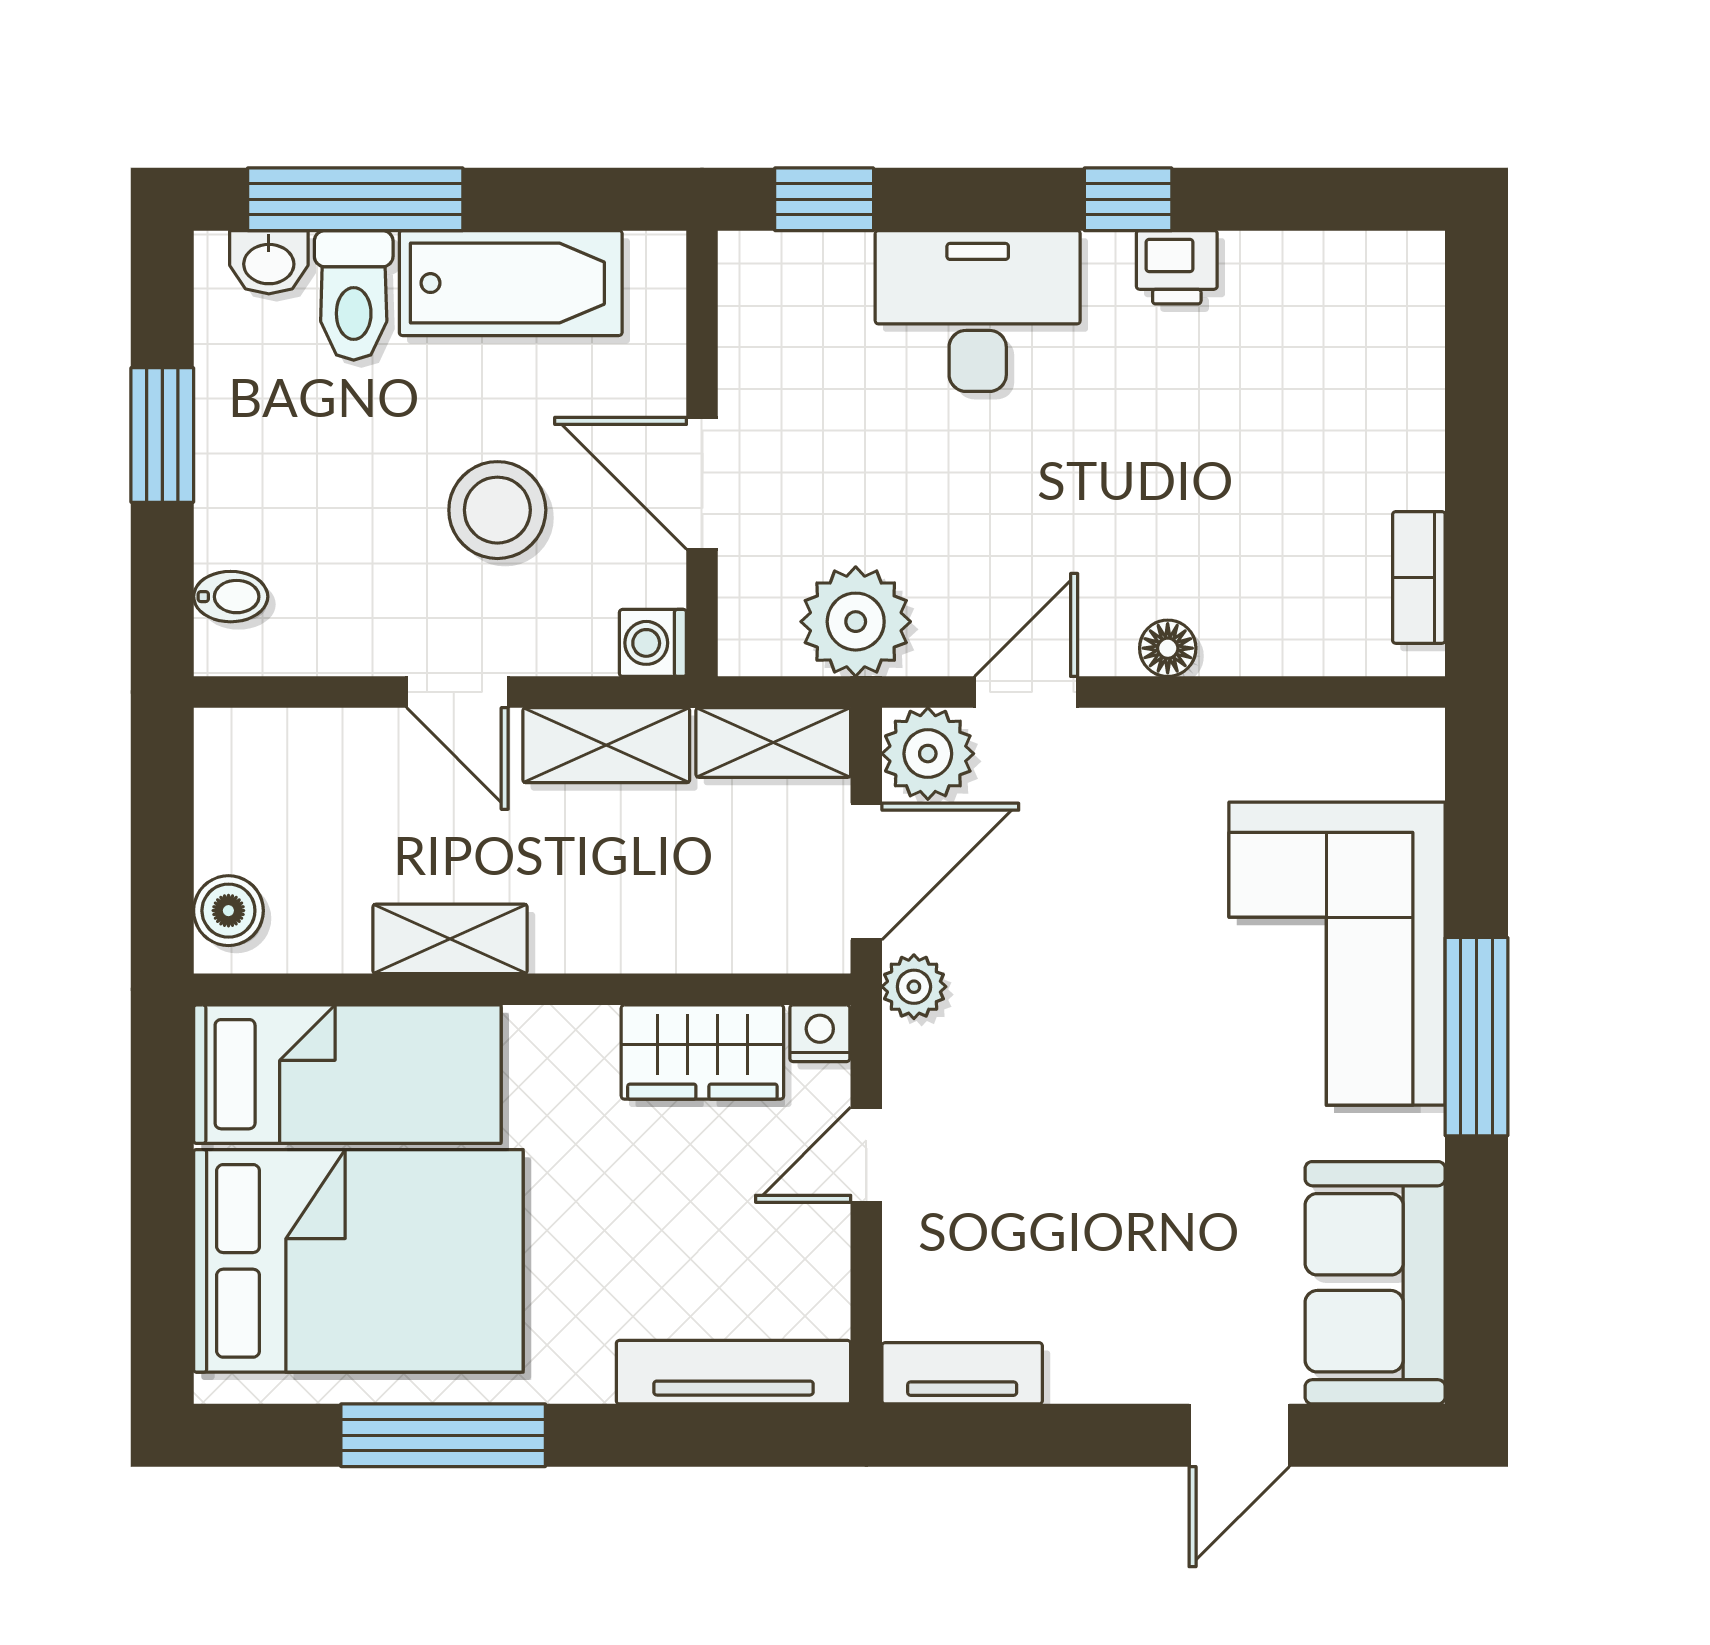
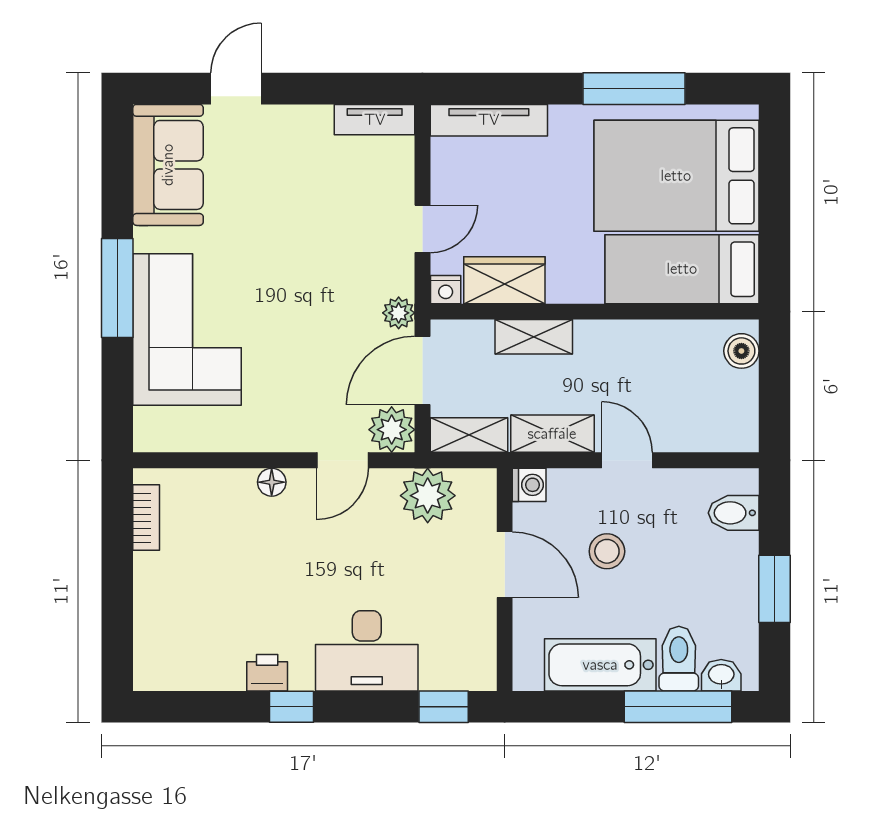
stool: (497, 510) -> (607, 551), width x0.73, depth x0.73
bidet: (231, 597) -> (734, 513), width x1.38, depth x1.36
shelving: (450, 939) -> (534, 337), moved

